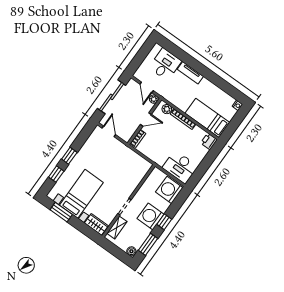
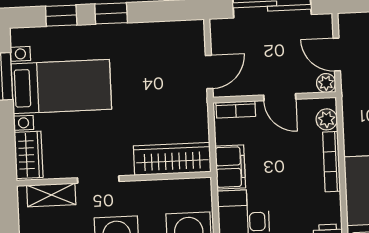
door: (147, 87) -> (337, 55), hinge flipped
door: (109, 131) -> (209, 72), moved
filing cabinet: (157, 156) -> (230, 167), added
wardrobe: (138, 175) -> (172, 159), added

